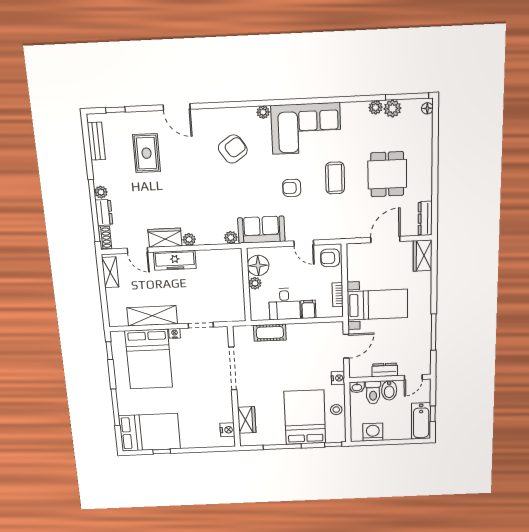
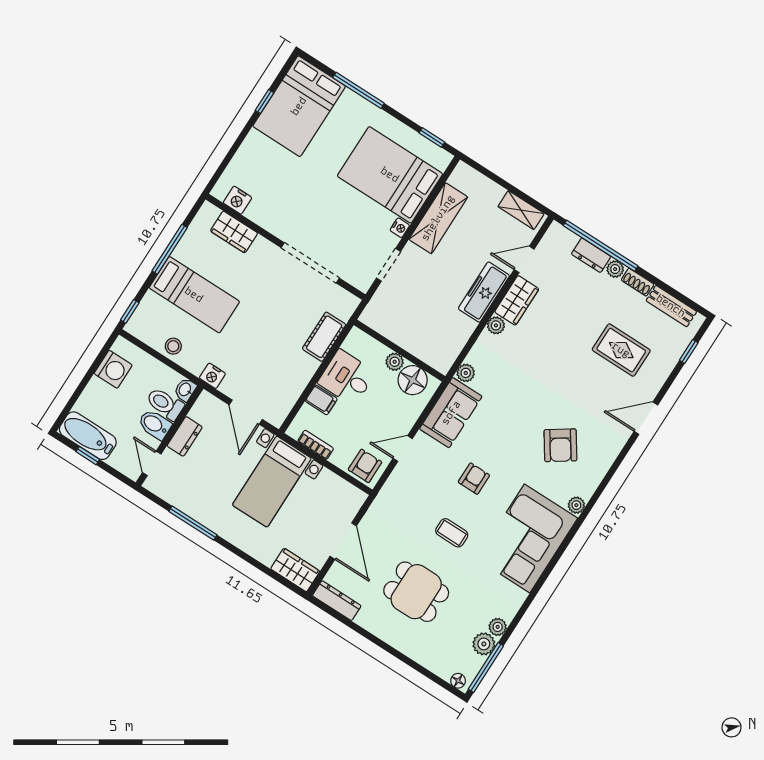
coffee table: (335, 178) -> (452, 533), width x0.73, depth x0.77
shoe rack: (105, 238) -> (638, 282), moved
bed: (305, 417) -> (194, 295), width x0.67

